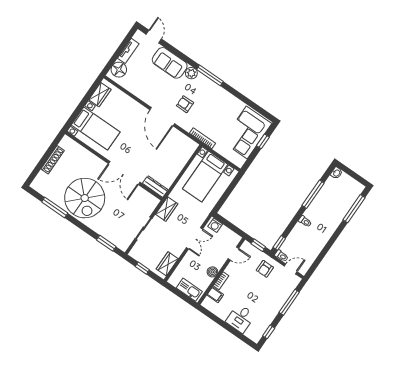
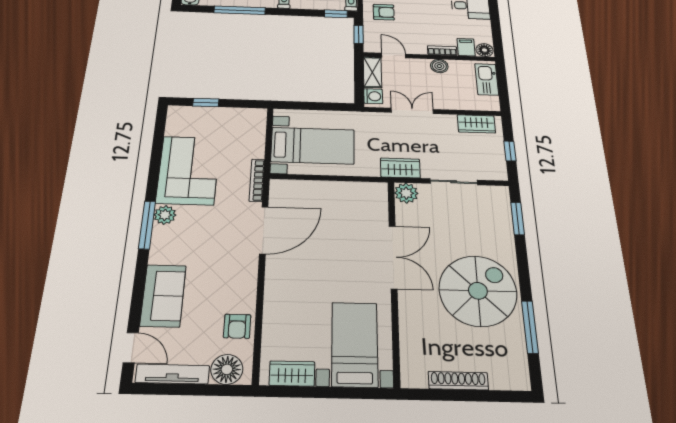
door: (154, 37) -> (131, 348), swing flipped
tv unit: (128, 51) -> (172, 374), width x1.41
plant: (191, 73) -> (165, 215), moved
armchair: (185, 104) -> (237, 326), moved
door: (162, 117) -> (264, 230), moved
corner sofa: (247, 133) -> (188, 170), moved, turned -90
dresser: (155, 187) -> (379, 202), removed
plant: (152, 202) -> (406, 193), added
shelving: (230, 235) -> (372, 72), added
floor lamp: (208, 303) -> (485, 50), added

